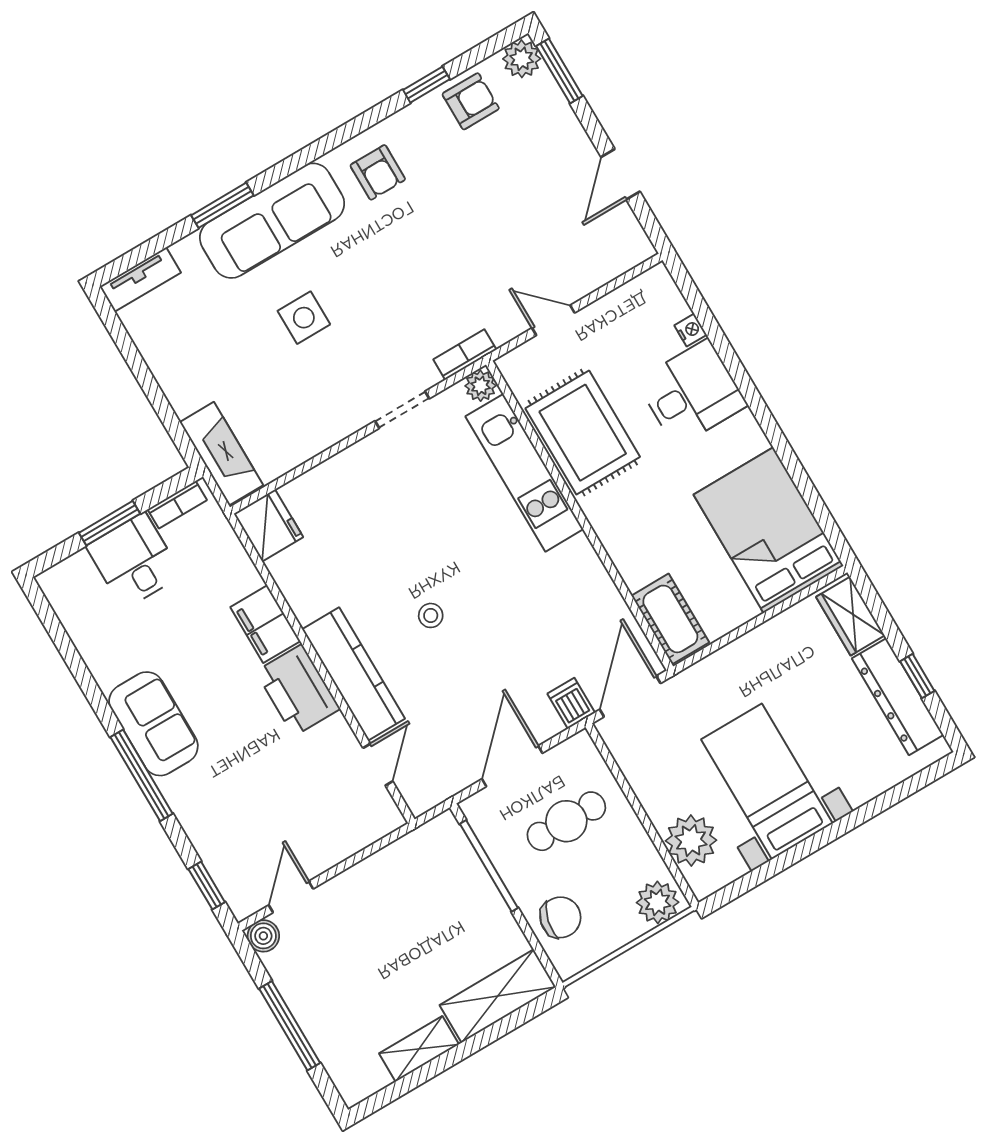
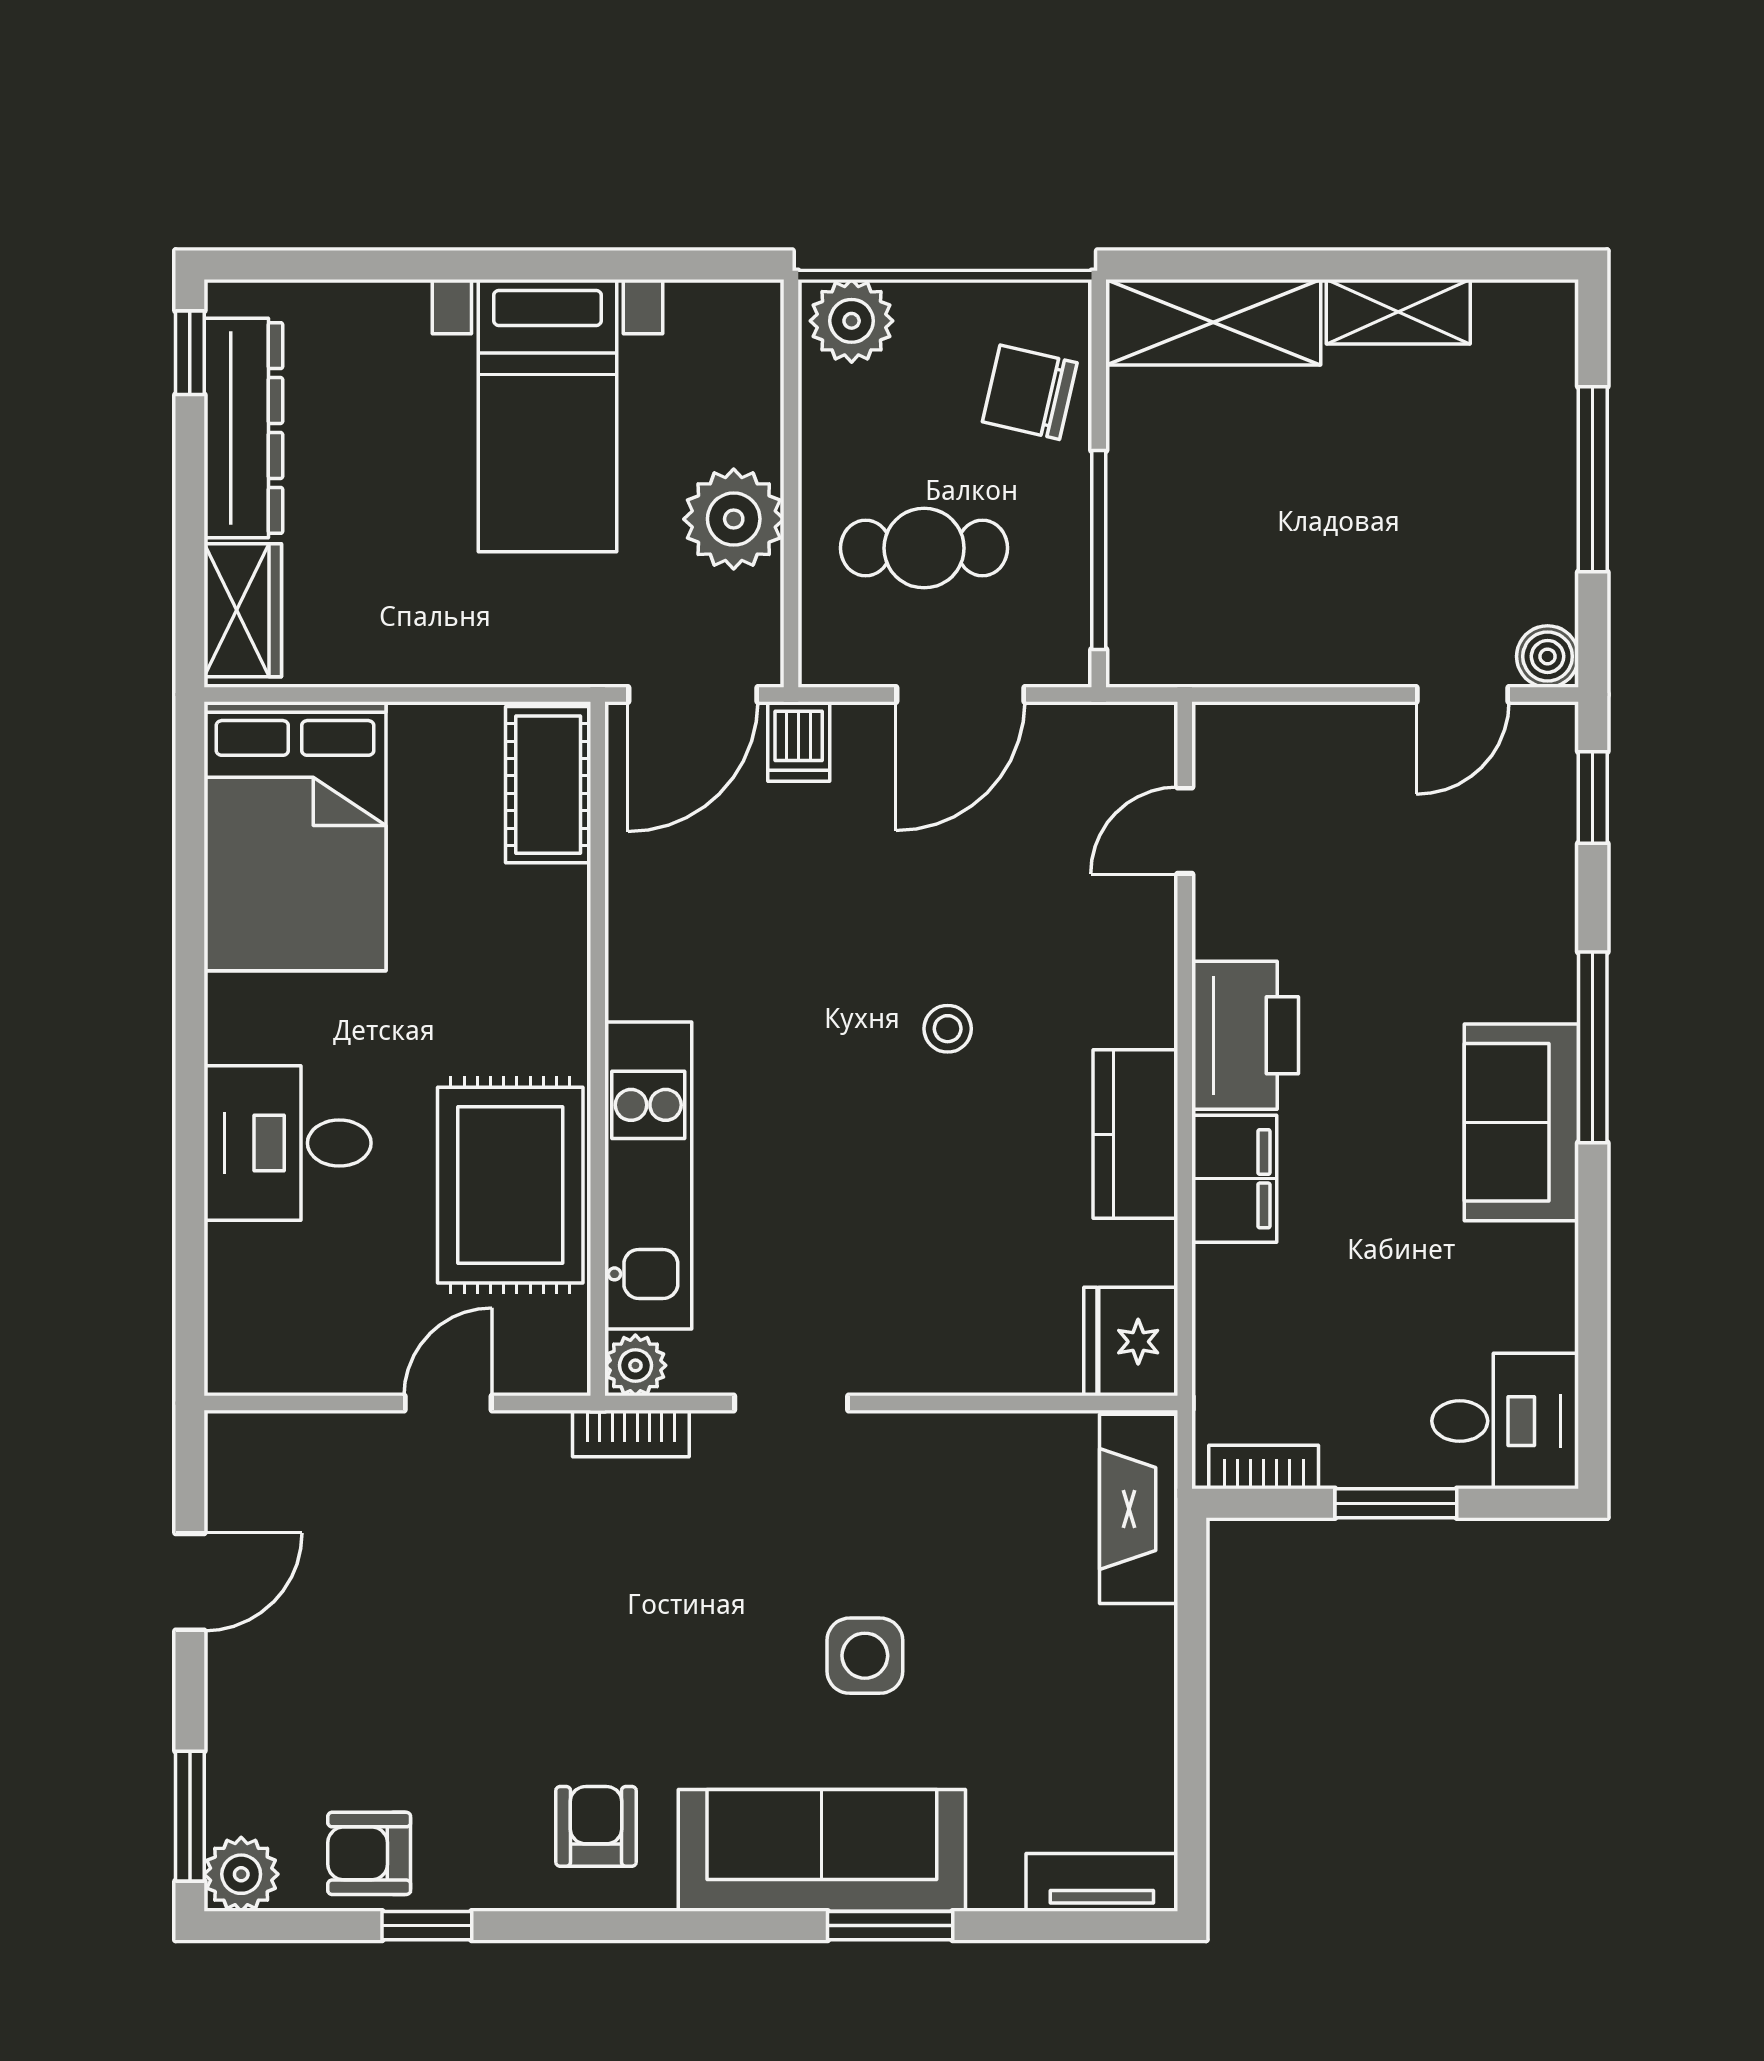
door: (553, 320) -> (448, 1403), swing flipped
nightstand: (690, 330) -> (227, 1250), removed
desk: (134, 561) -> (1505, 1421), moved, turned -90
kitchen counter: (354, 674) -> (1135, 1134), moved, width x0.67
window: (917, 676) -> (190, 353), moved
plant: (691, 840) -> (734, 519), moved

